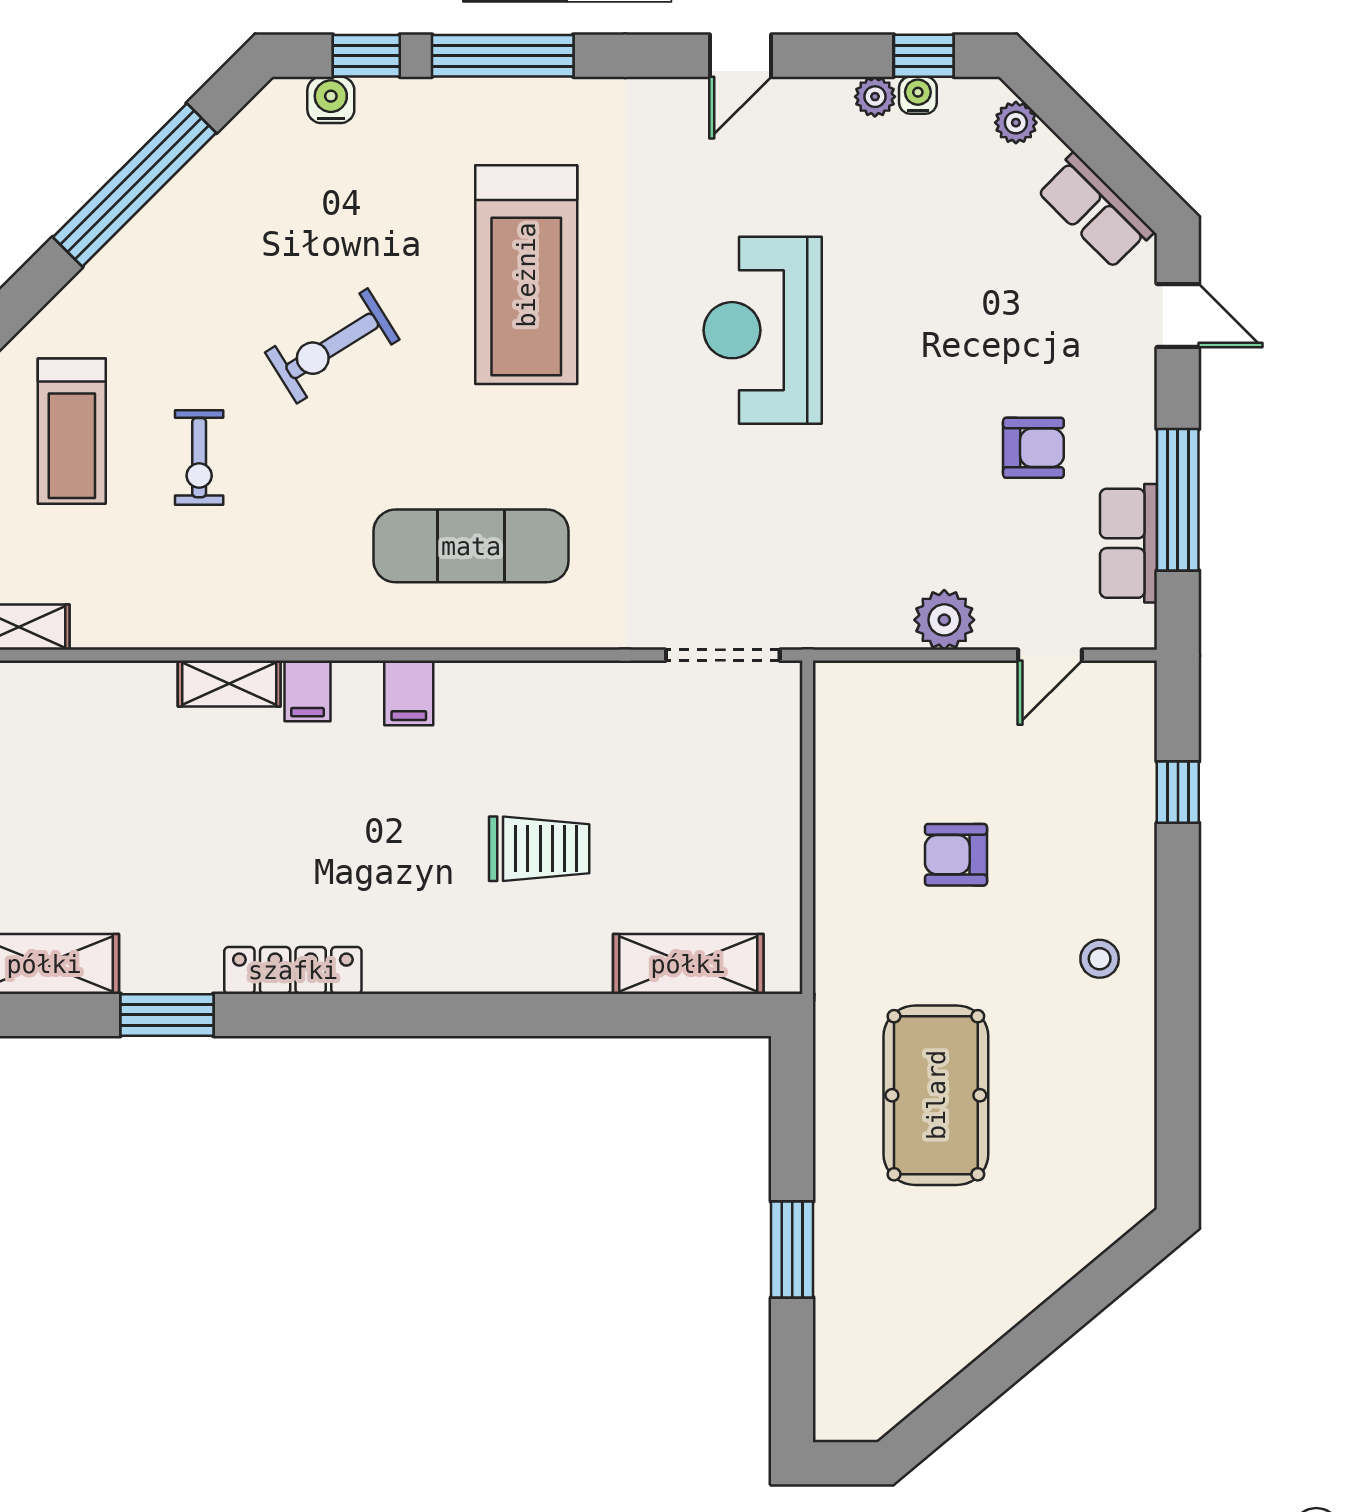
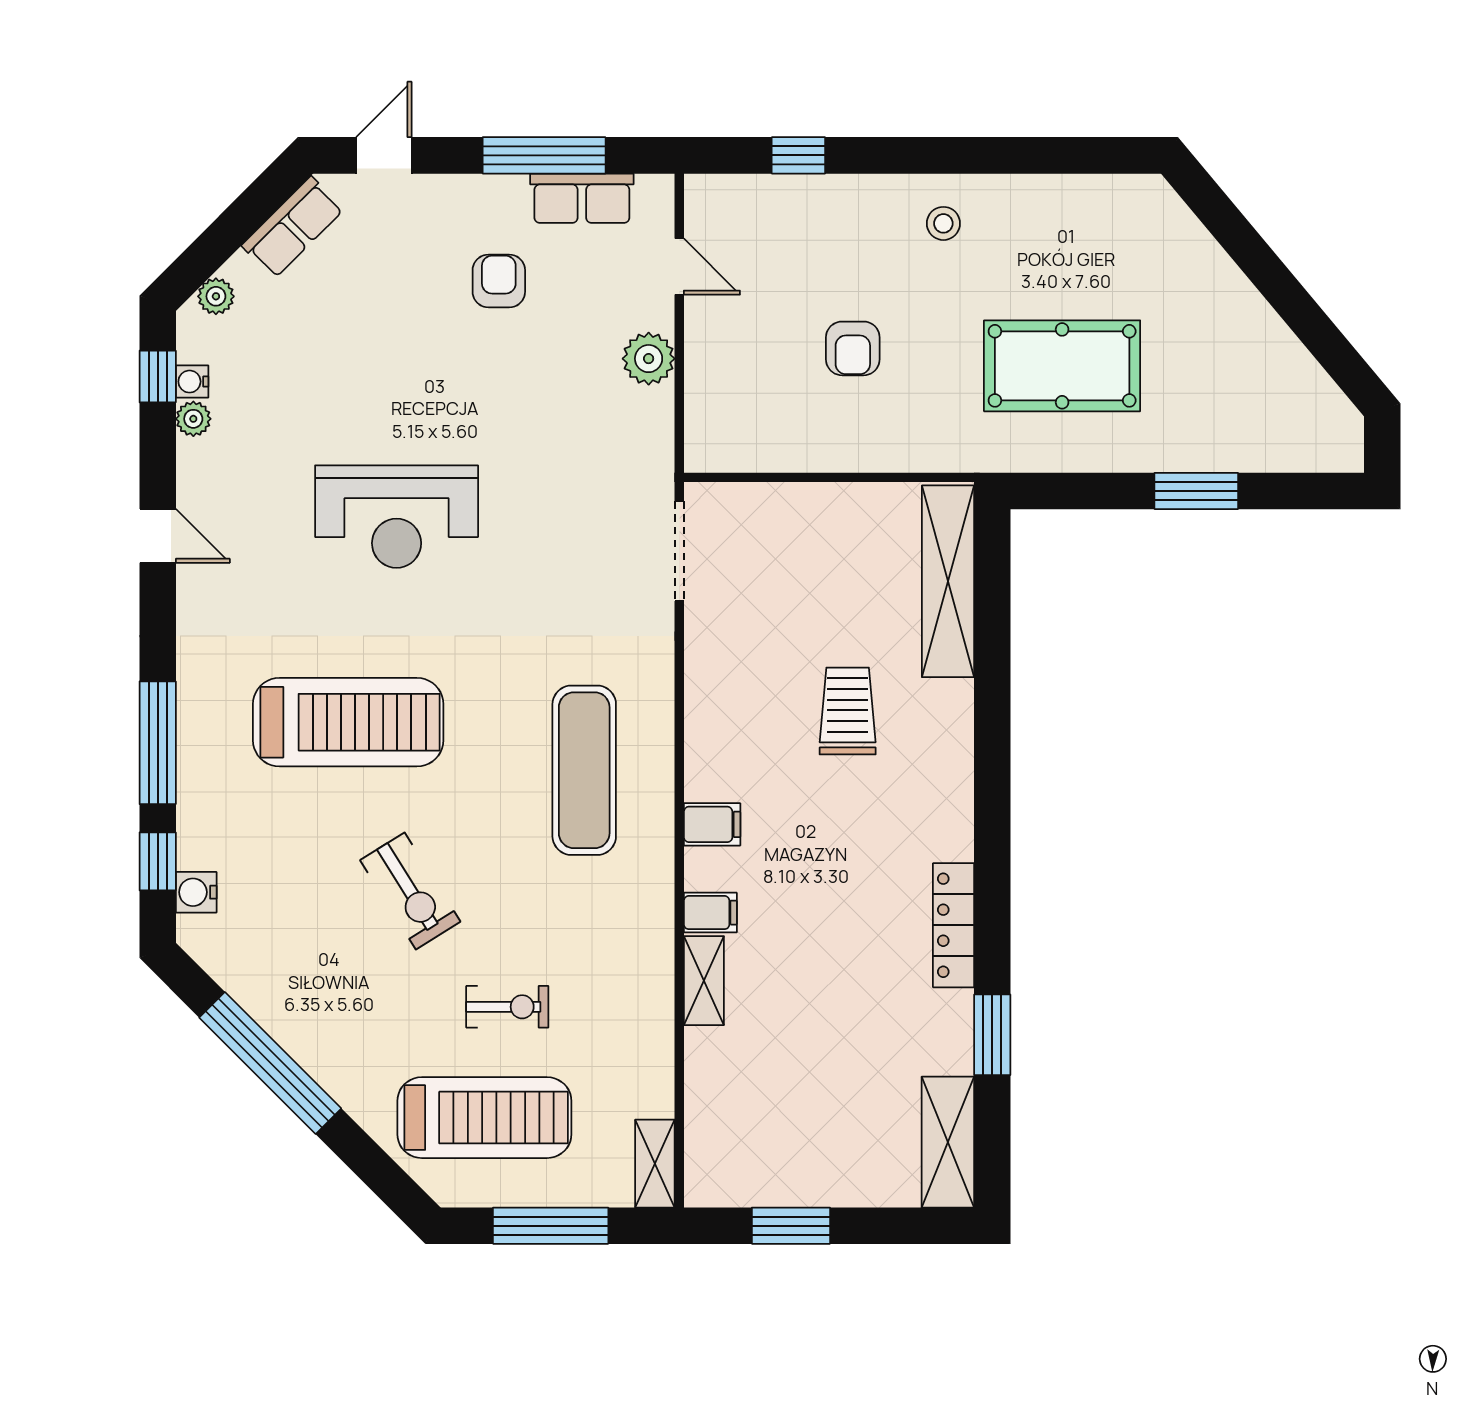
treadmill: (72, 431) -> (484, 1118), width x1.37, depth x1.38
shelving: (688, 964) -> (948, 581), width x1.47

